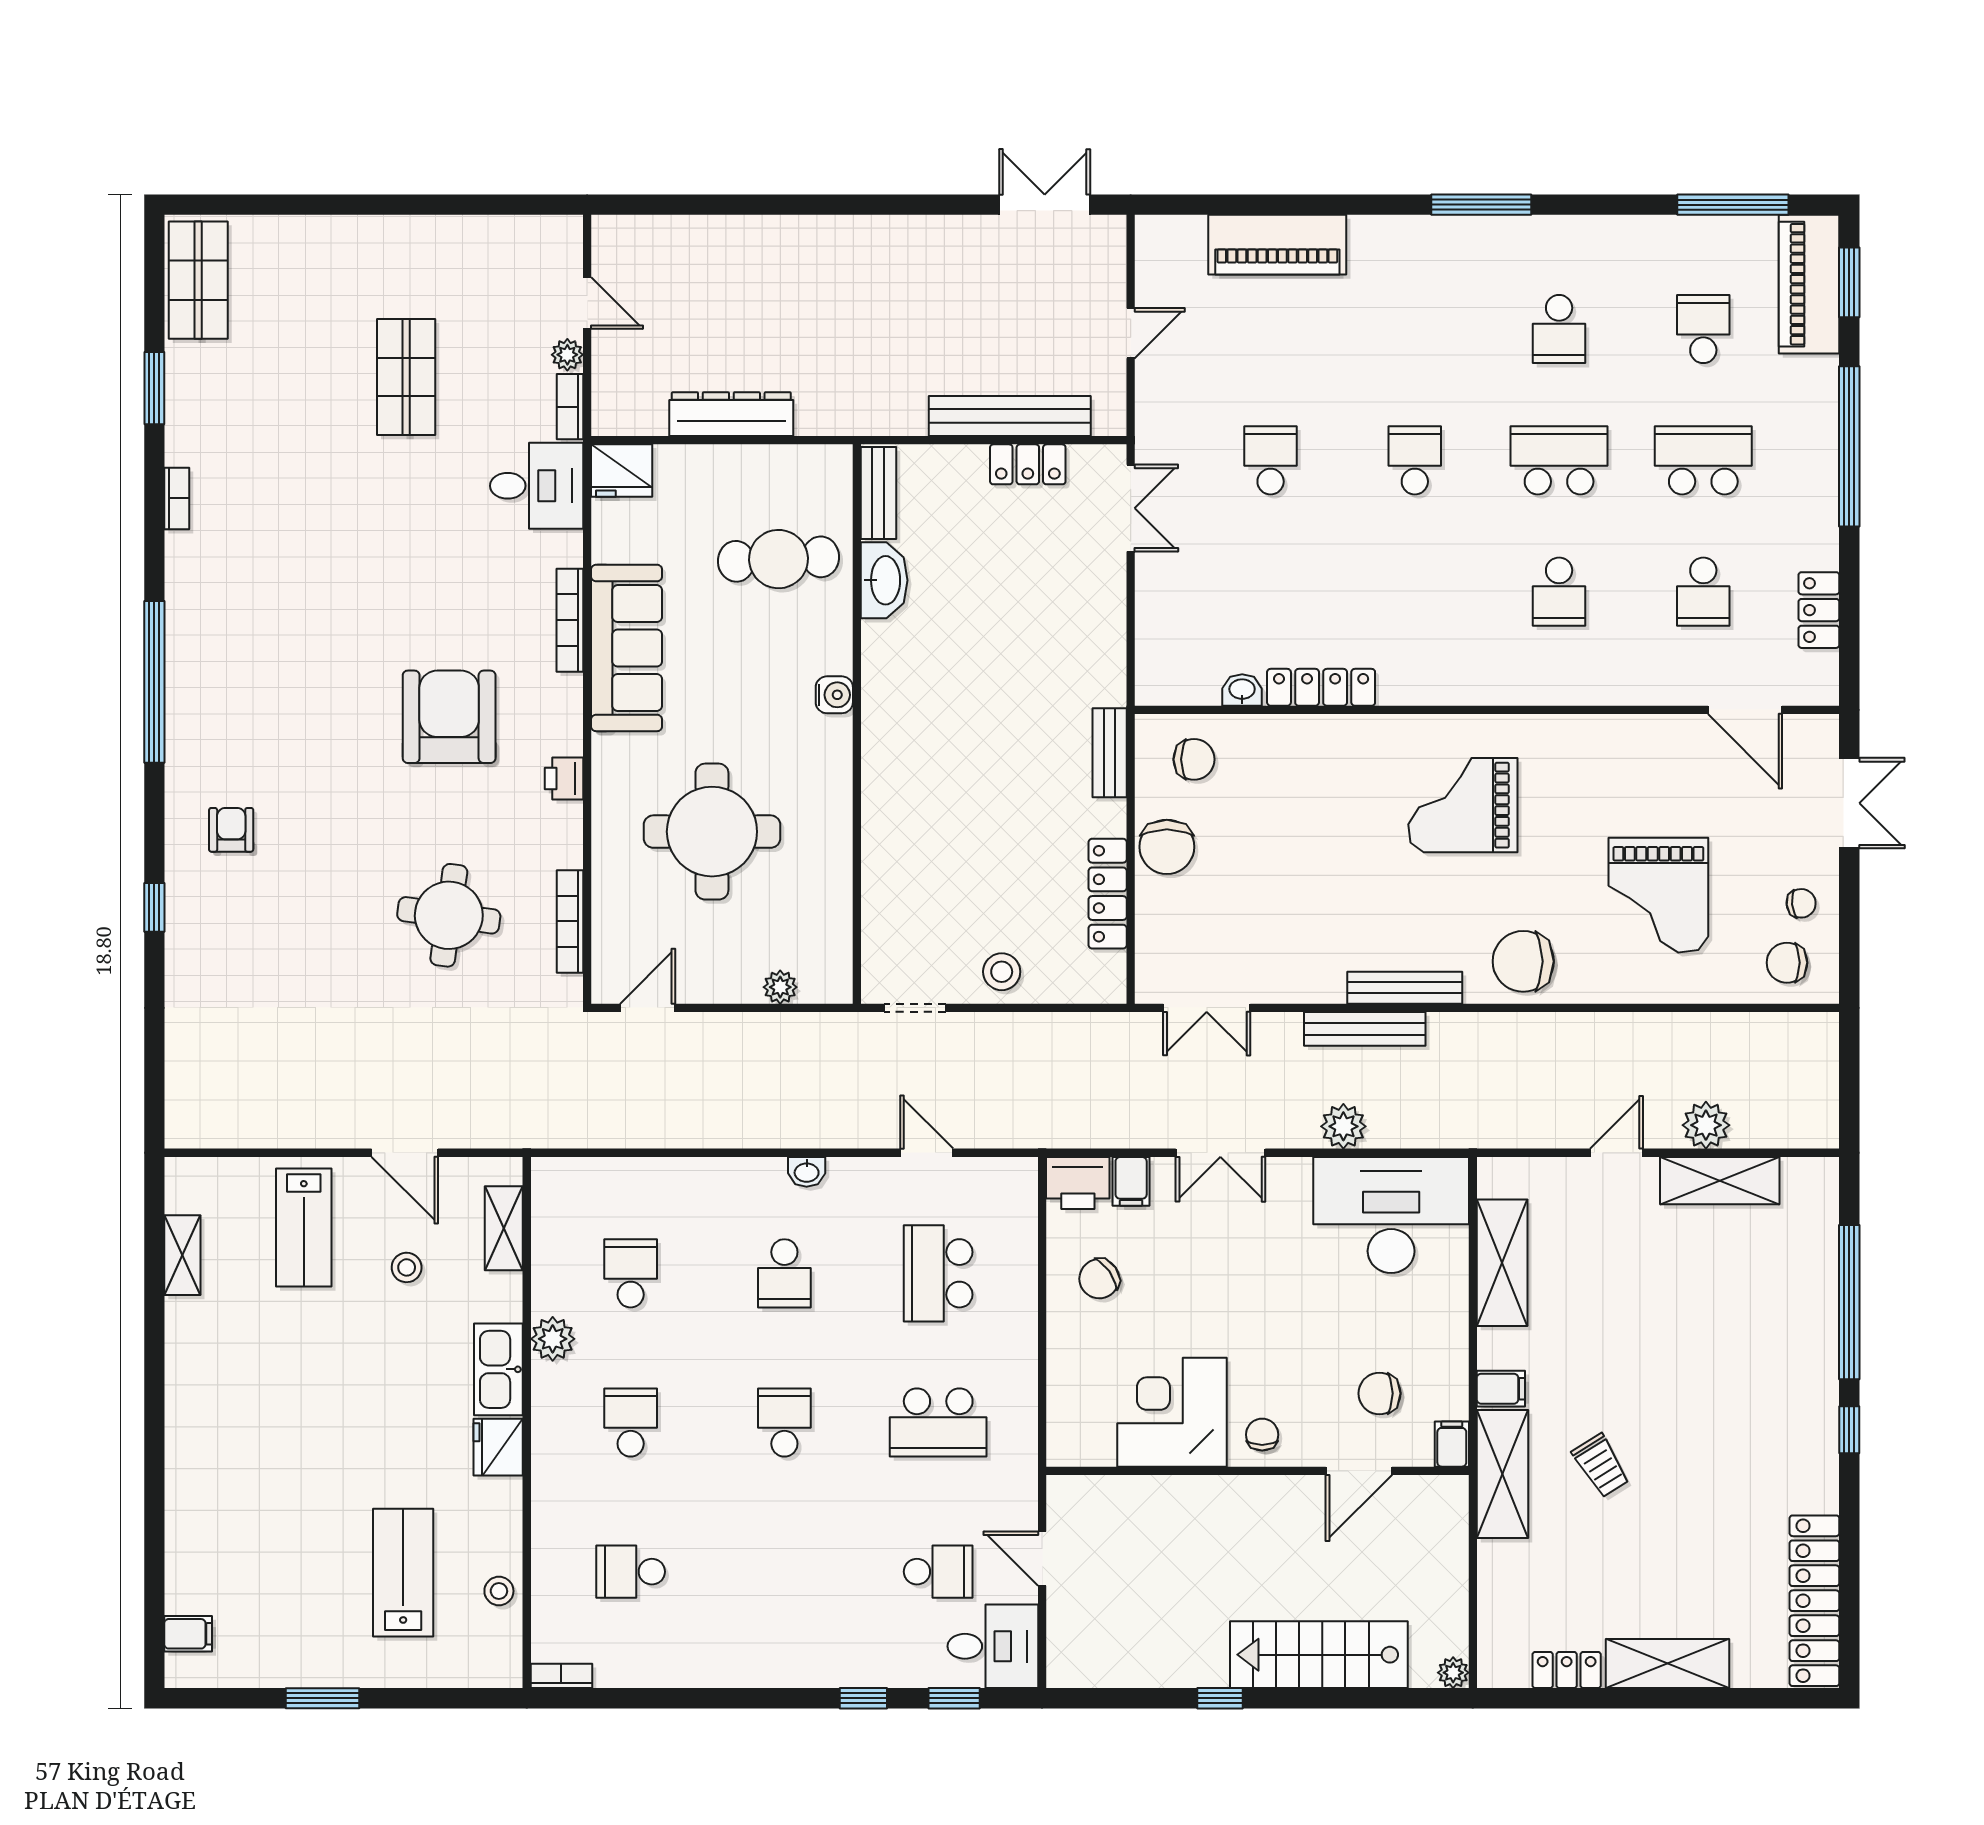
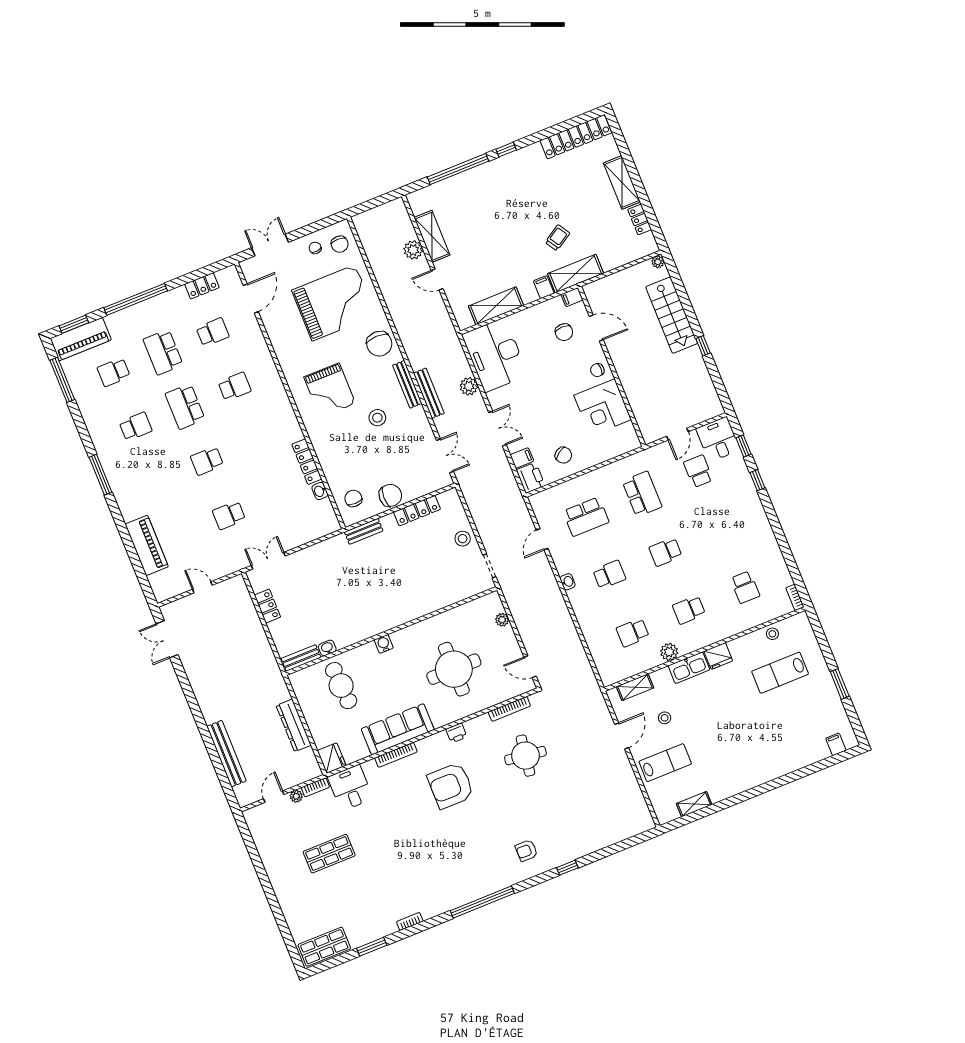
bench: (1010, 416) -> (226, 754), moved
washbasin: (884, 580) -> (327, 648), width x0.52, depth x0.69
stool: (1356, 889) -> (377, 418), added
grand piano: (1658, 895) -> (334, 303), width x1.37, depth x1.48

